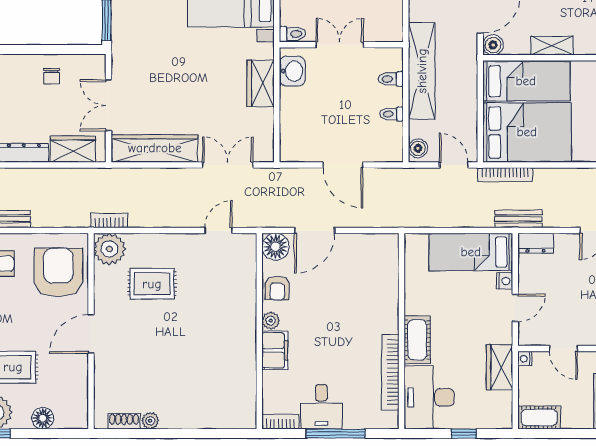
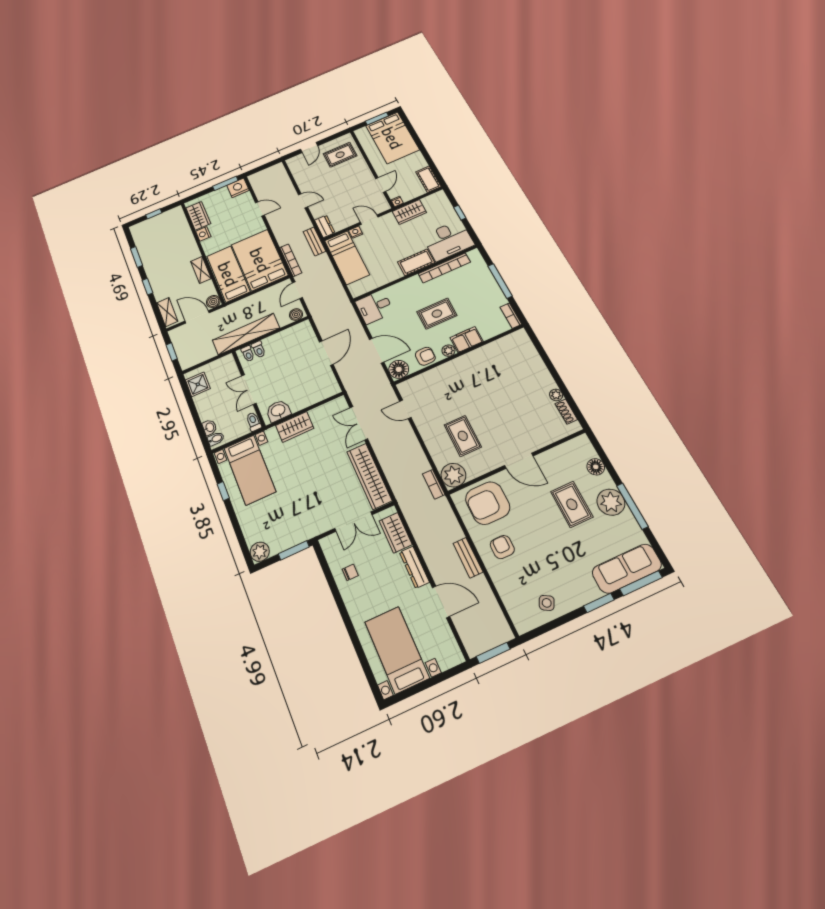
toilet: (392, 114) -> (248, 354), moved
rug: (329, 331) -> (437, 314), added
desk: (321, 407) -> (374, 307), moved, turned 180

